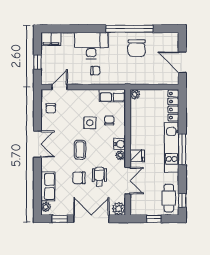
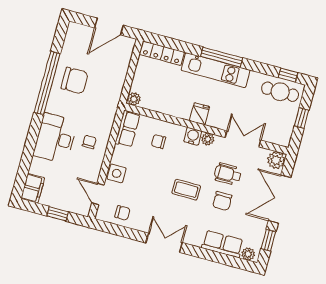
side table: (90, 123) -> (117, 173), moved
fridge: (137, 156) -> (200, 114), moved

